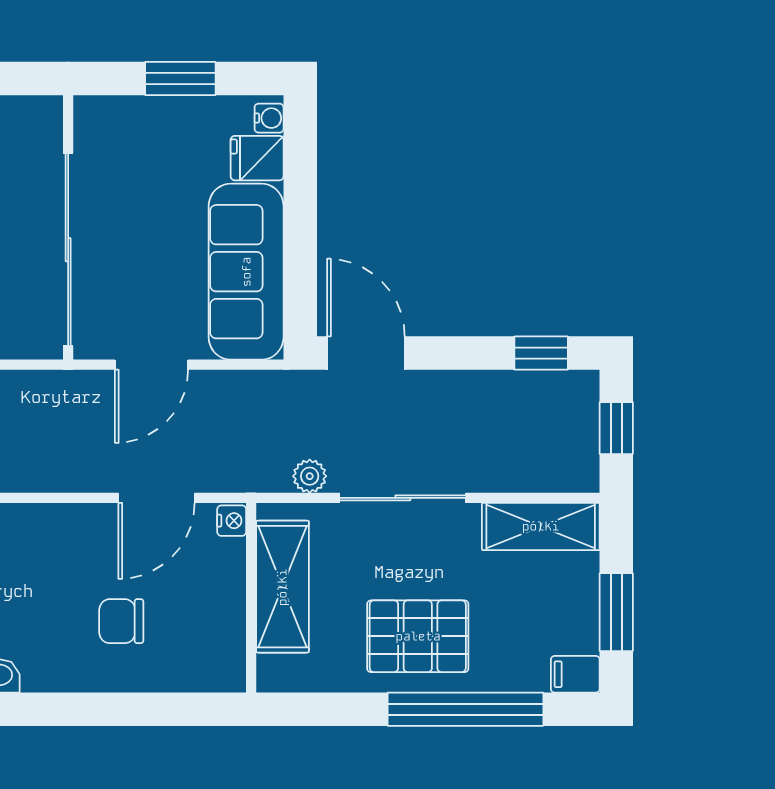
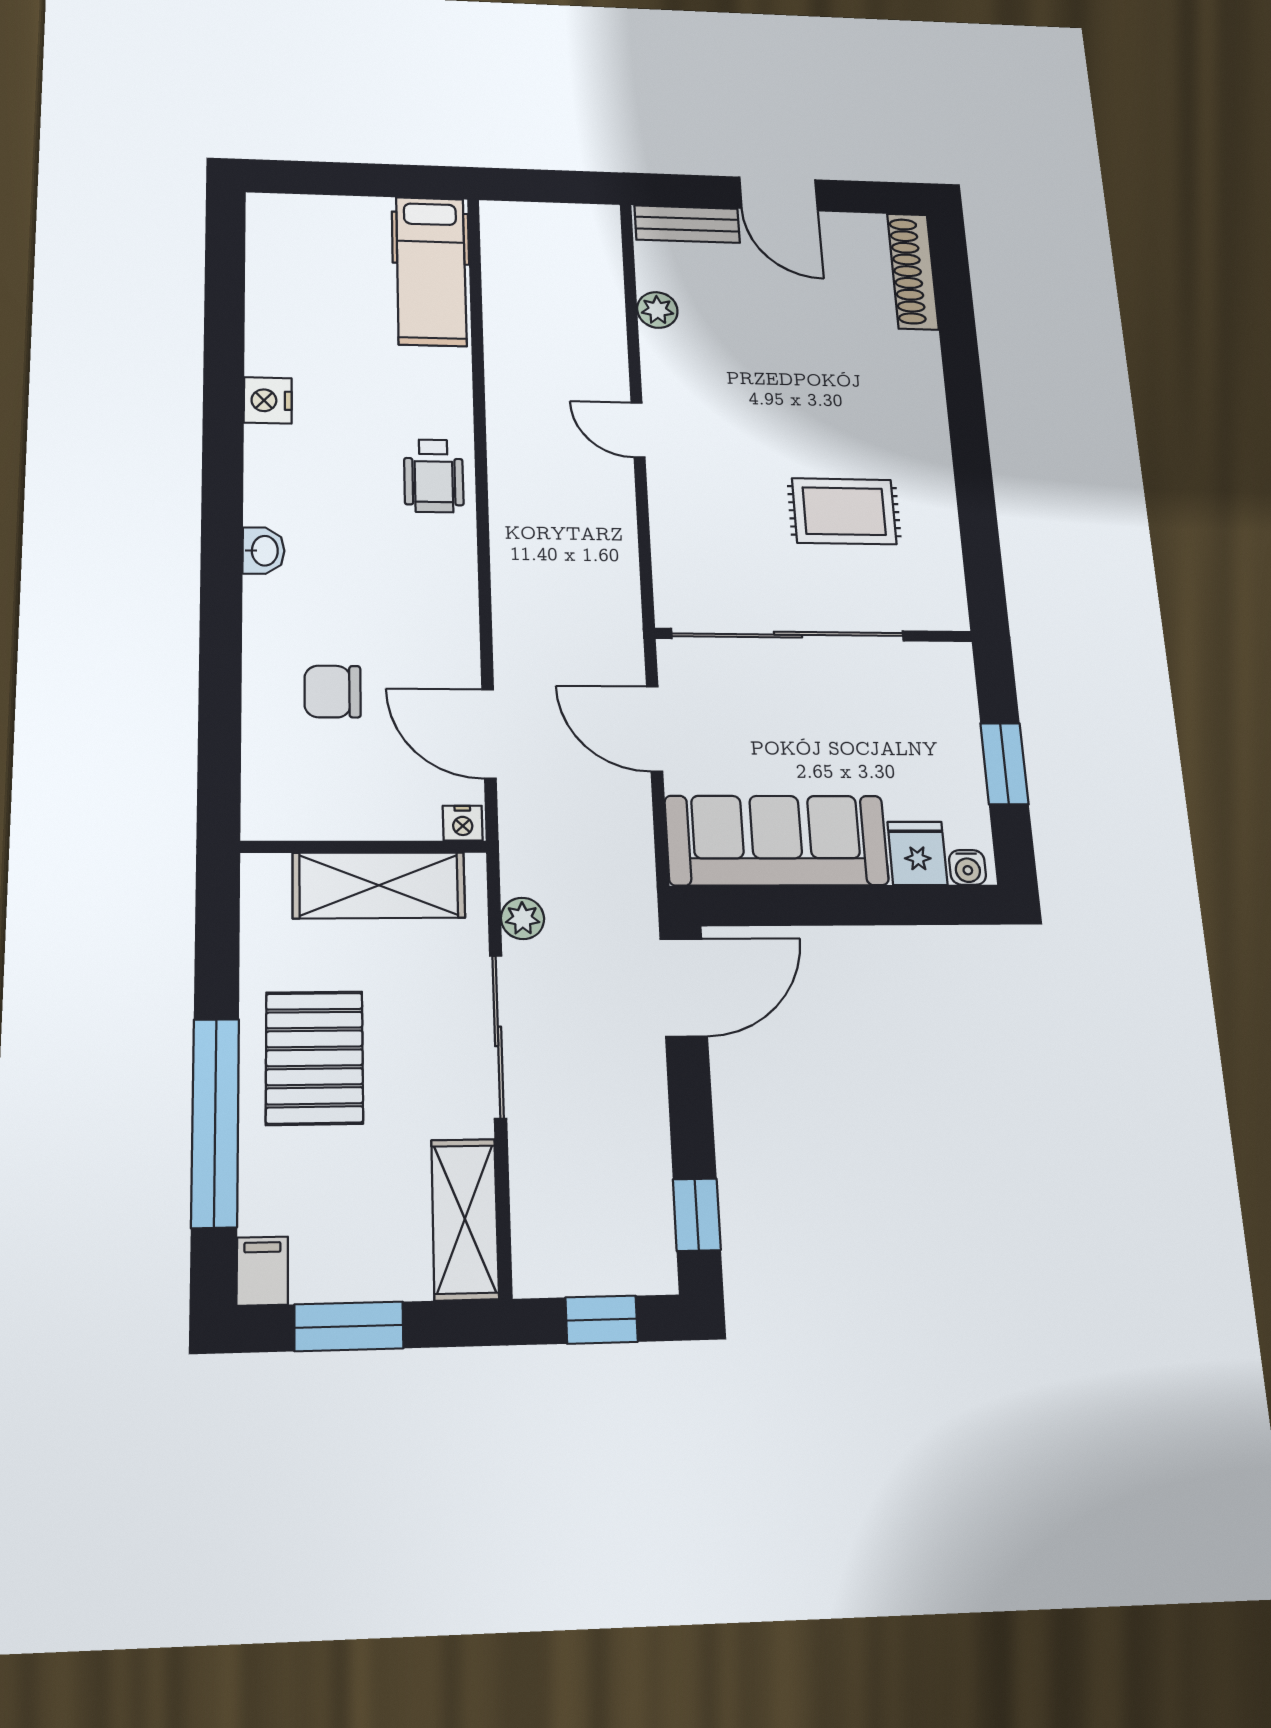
chair: (121, 621) -> (333, 692), turned -90

